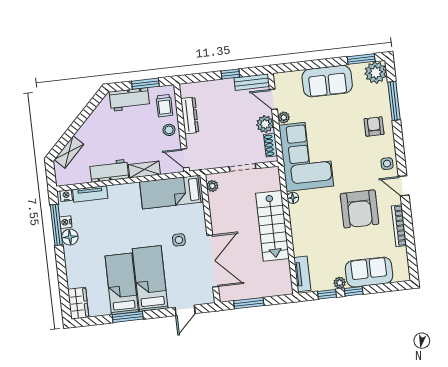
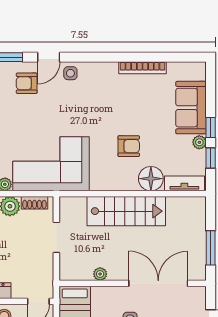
plant: (212, 186) -> (100, 274), moved
door: (404, 186) -> (49, 57), moved
floor lamp: (293, 198) -> (151, 179), moved, width x1.89, depth x1.89
armchair: (359, 209) -> (129, 146), moved, width x0.53, depth x0.53

